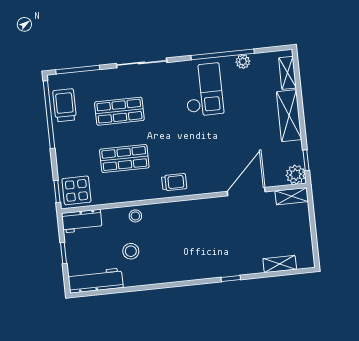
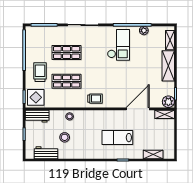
trolley: (65, 105) -> (40, 72), moved
lab bench: (218, 242) -> (117, 138), added
workbench: (96, 281) -> (46, 153), width x0.73

